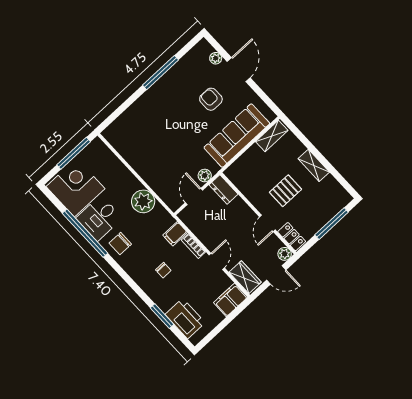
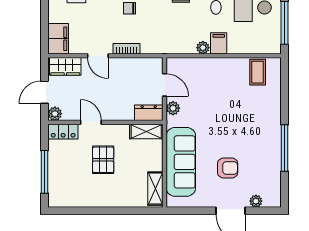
coffee table: (125, 140) -> (258, 72), added
shelving: (314, 165) -> (146, 132), moved
plant: (143, 201) -> (203, 48), width x0.53, depth x0.53
filing cabinet: (175, 234) -> (219, 43), moved

